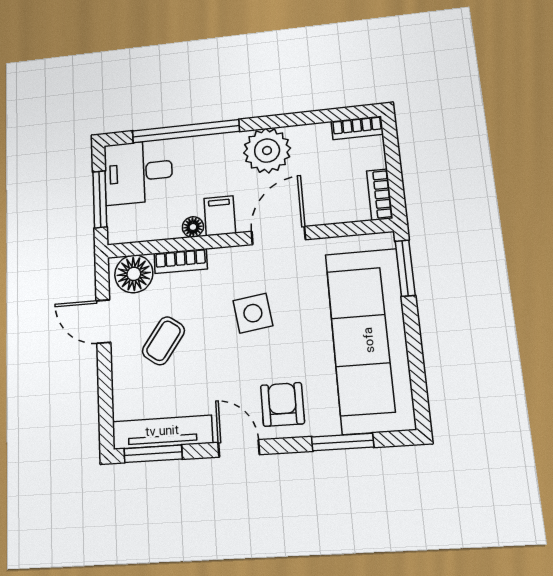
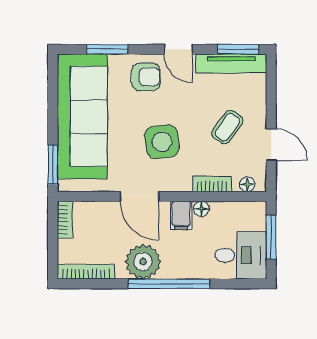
bookcase: (357, 128) -> (86, 272), width x1.56
window: (186, 131) -> (169, 284), moved
door: (278, 235) -> (139, 196), hinge flipped
floor lamp: (134, 274) -> (247, 184), width x0.53, depth x0.53
side table: (253, 313) -> (162, 142), width x1.37, depth x1.37
armchair: (282, 404) -> (146, 77), turned -90

